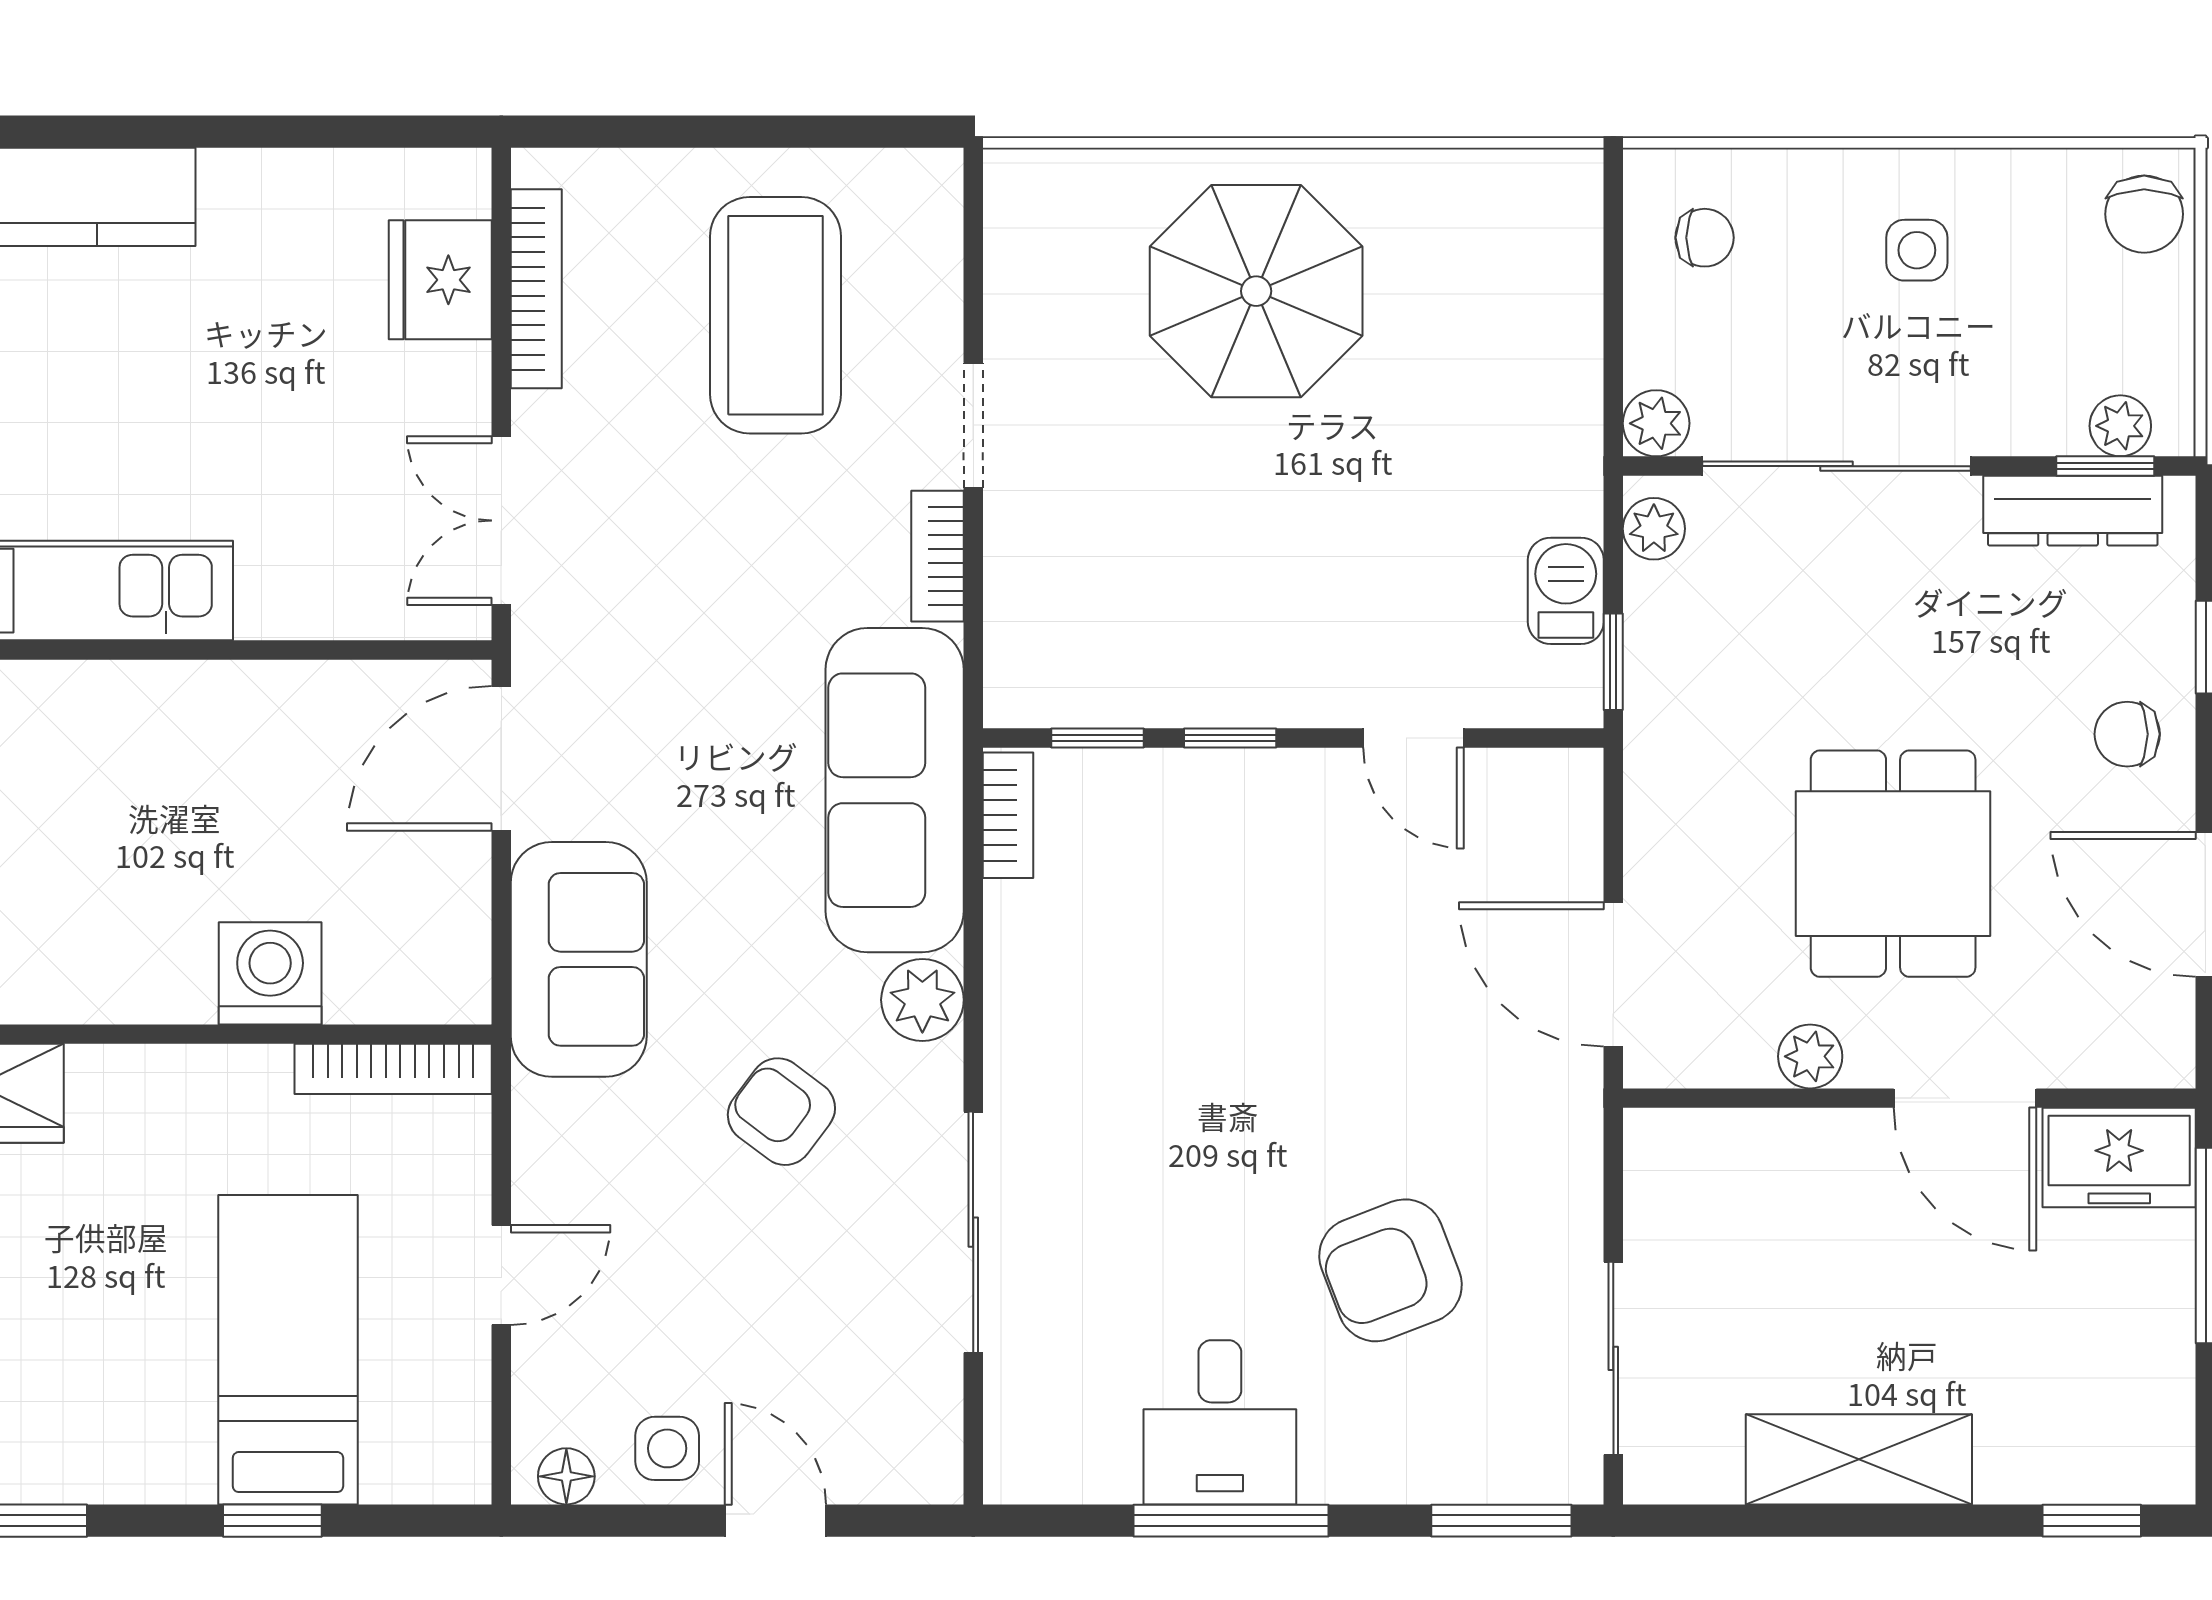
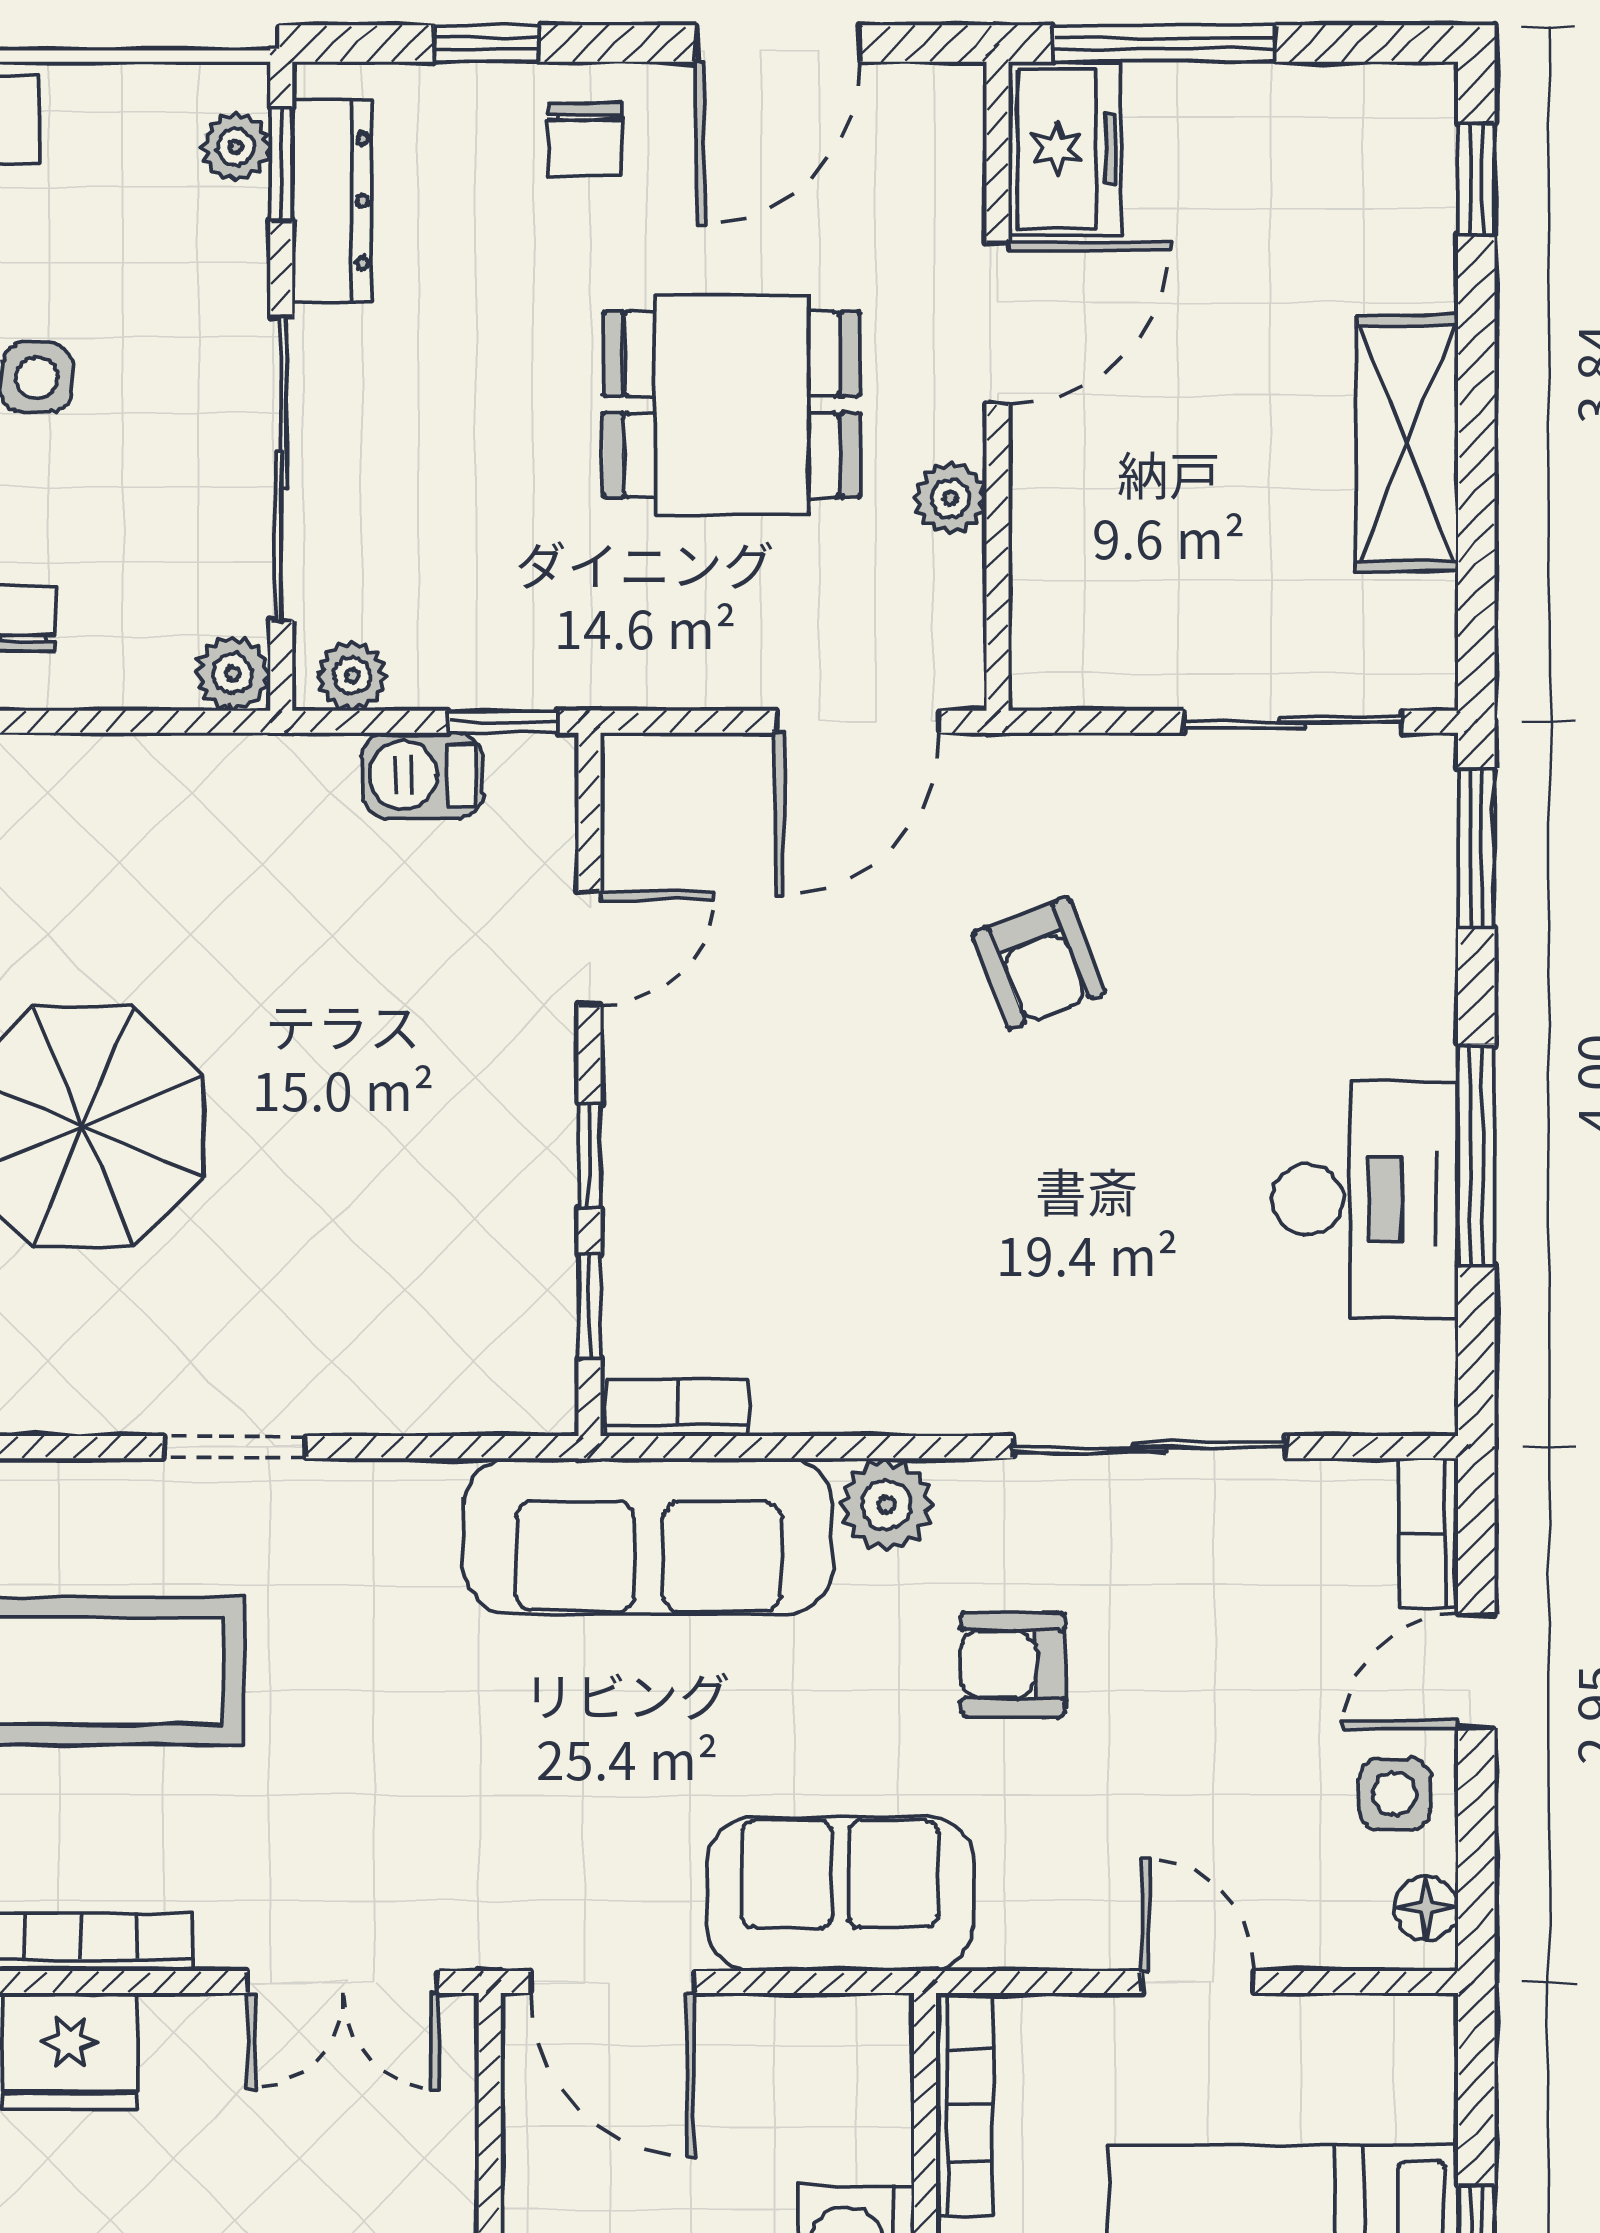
bookcase: (937, 556) -> (1429, 1533), moved, turned 90
armchair: (781, 1112) -> (1013, 1664), turned 53
armchair: (1391, 1270) -> (1039, 963), moved, width x0.72, depth x0.72
desk: (1220, 1422) -> (1365, 1200), width x1.37

